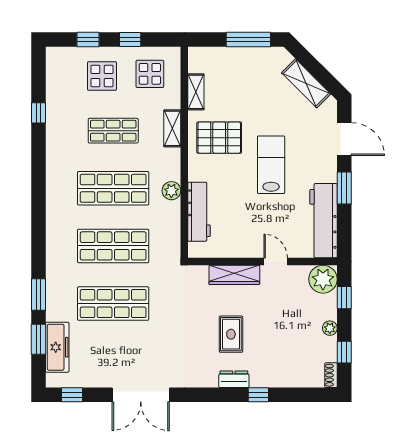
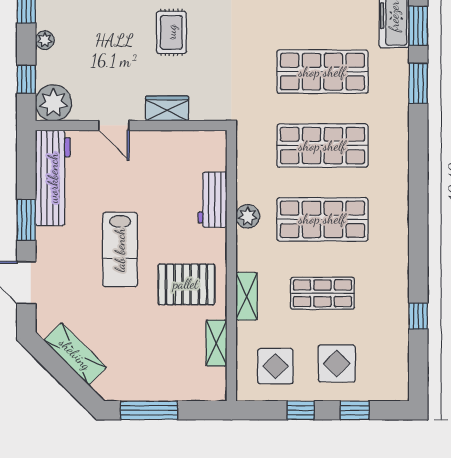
workbench: (199, 212) -> (212, 200), width x0.73
wardrobe: (234, 275) -> (167, 108), width x0.67

